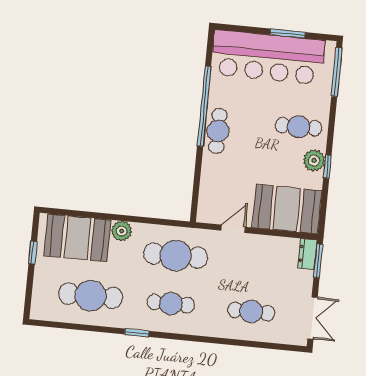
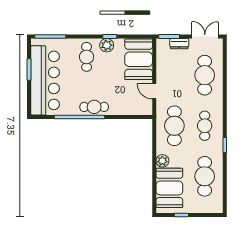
dresser: (307, 254) -> (179, 44), moved
cafe table: (251, 311) -> (205, 75), width x1.37, depth x1.35

